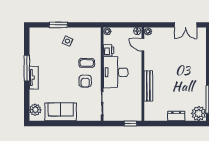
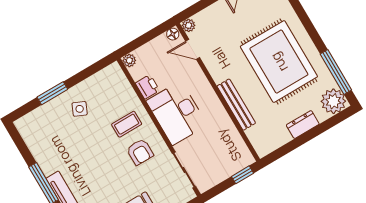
rug: (183, 77) -> (279, 62), added

